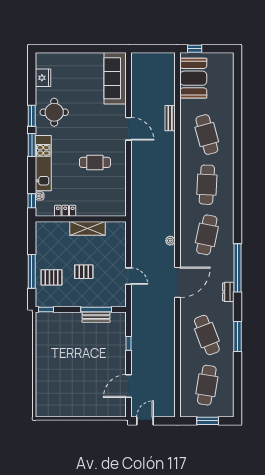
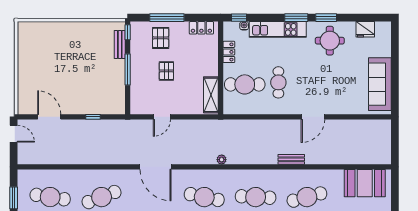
window: (195, 49) -> (395, 185), removed
sofa: (115, 78) -> (380, 84), moved, turned -90
bench: (170, 118) -> (291, 159), moved
cafe table: (97, 195) -> (245, 84), added
shelving: (88, 228) -> (211, 95), moved
locker: (42, 238) -> (201, 28), added
plant: (170, 241) -> (222, 160), moved
window: (96, 309) -> (128, 70), moved
bench: (96, 317) -> (120, 45), moved

